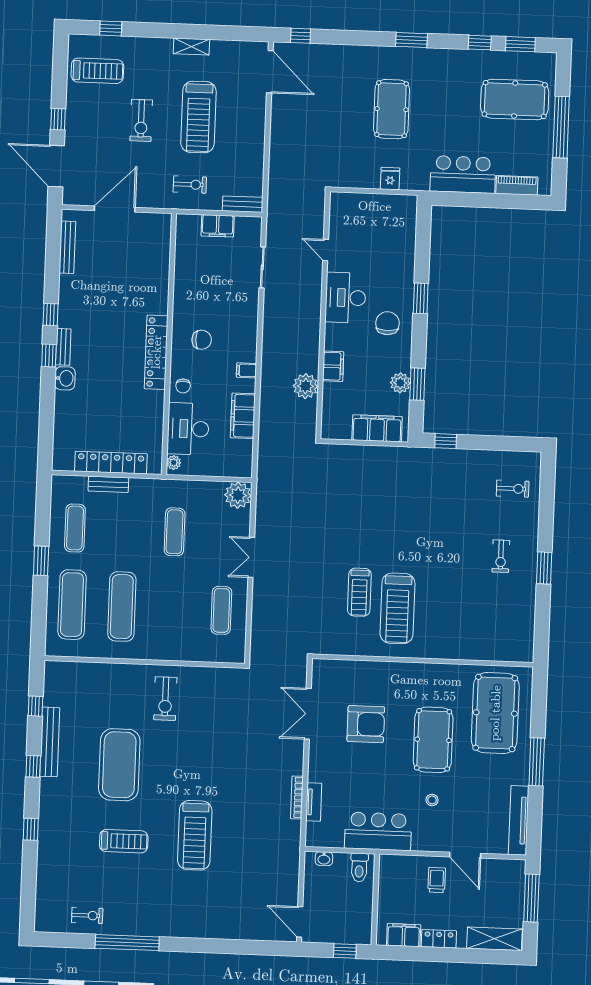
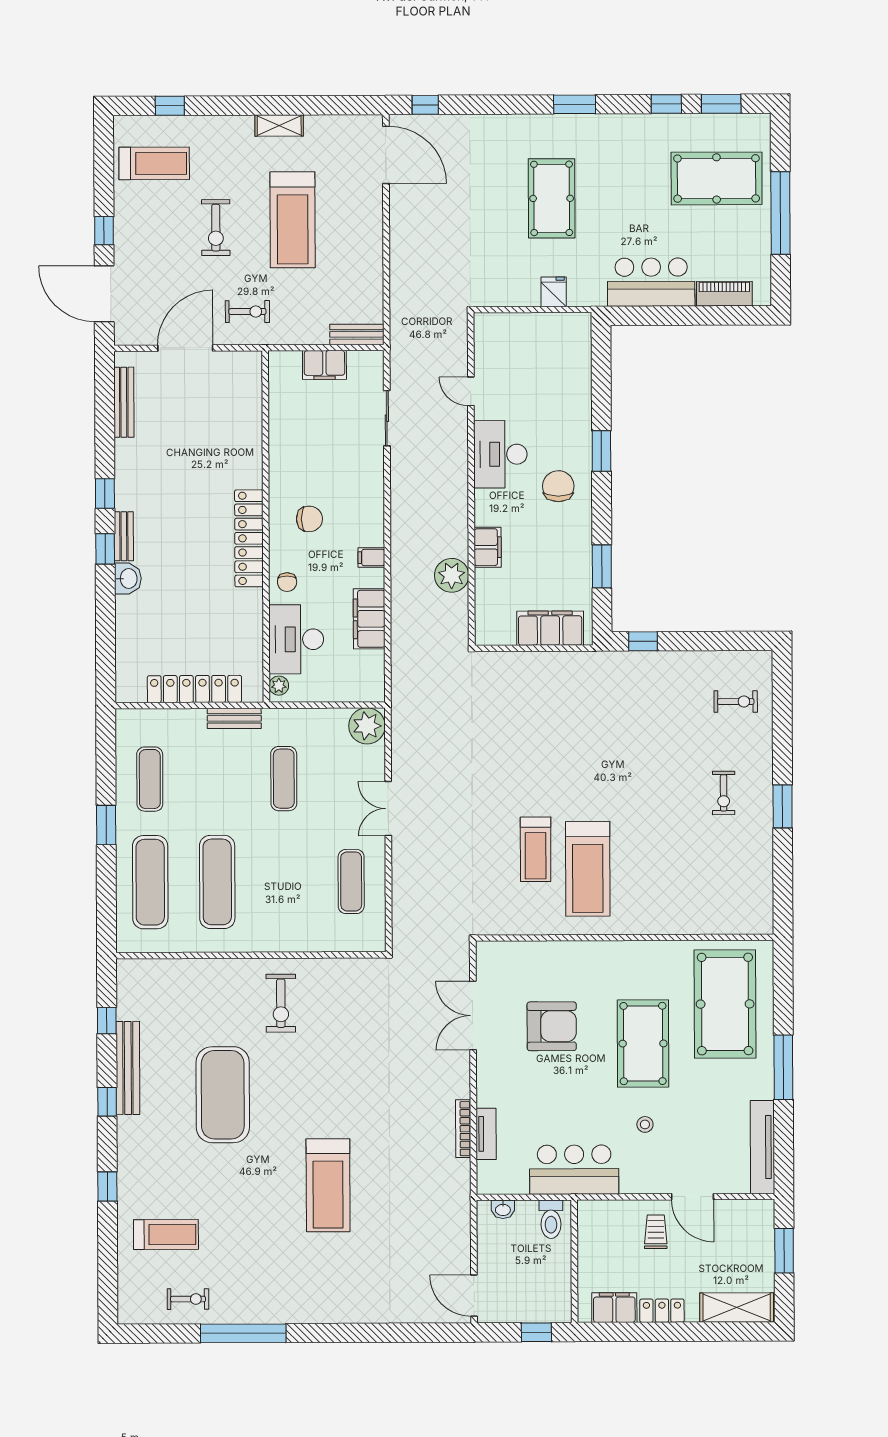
exercise bike: (190, 185) -> (247, 312), moved
plant: (400, 383) -> (579, 566), removed
bench: (108, 484) -> (234, 718), moved
treadmill: (124, 841) -> (166, 1235), moved
window: (531, 898) -> (784, 1251), width x0.69

